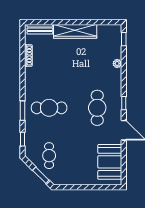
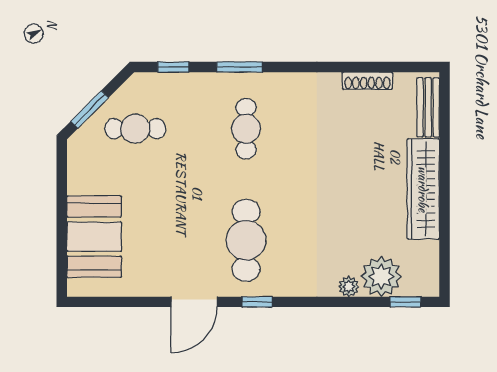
plant: (113, 50) -> (381, 276), added
cafe table: (49, 108) -> (246, 129), width x0.73, depth x0.74
cafe table: (97, 108) -> (246, 240), turned 90
booth: (110, 162) -> (94, 237), moved, turned 90

